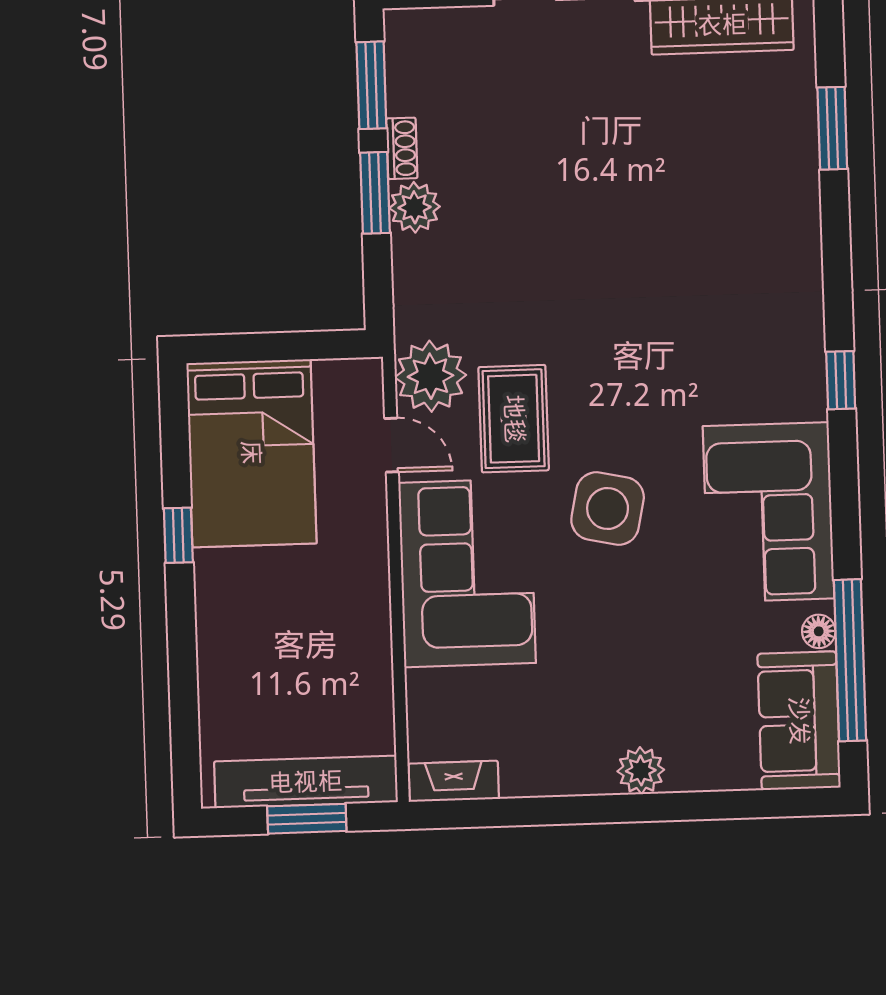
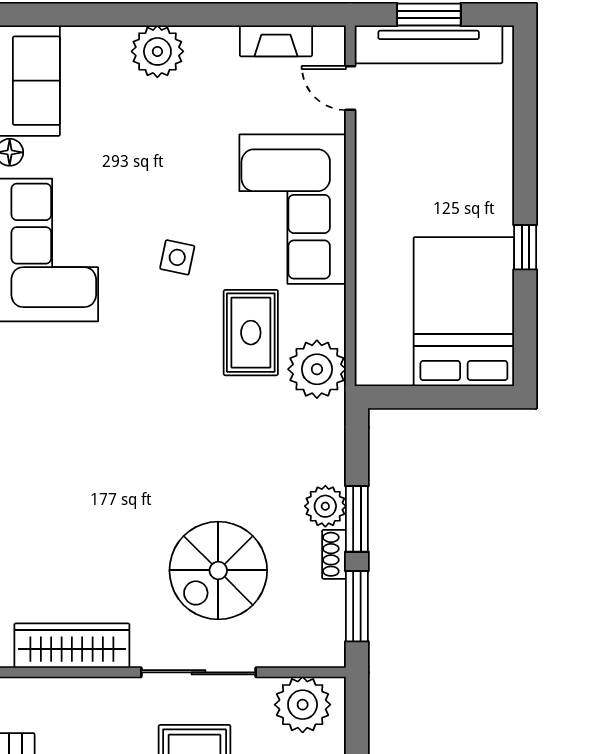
spiral stairs: (544, 124) -> (218, 570), added
door: (392, 445) -> (350, 88), moved
side table: (608, 509) -> (177, 257), width x0.54, depth x0.54
plant: (641, 771) -> (157, 51), width x1.36, depth x1.36
fireplace: (454, 781) -> (276, 41), moved

